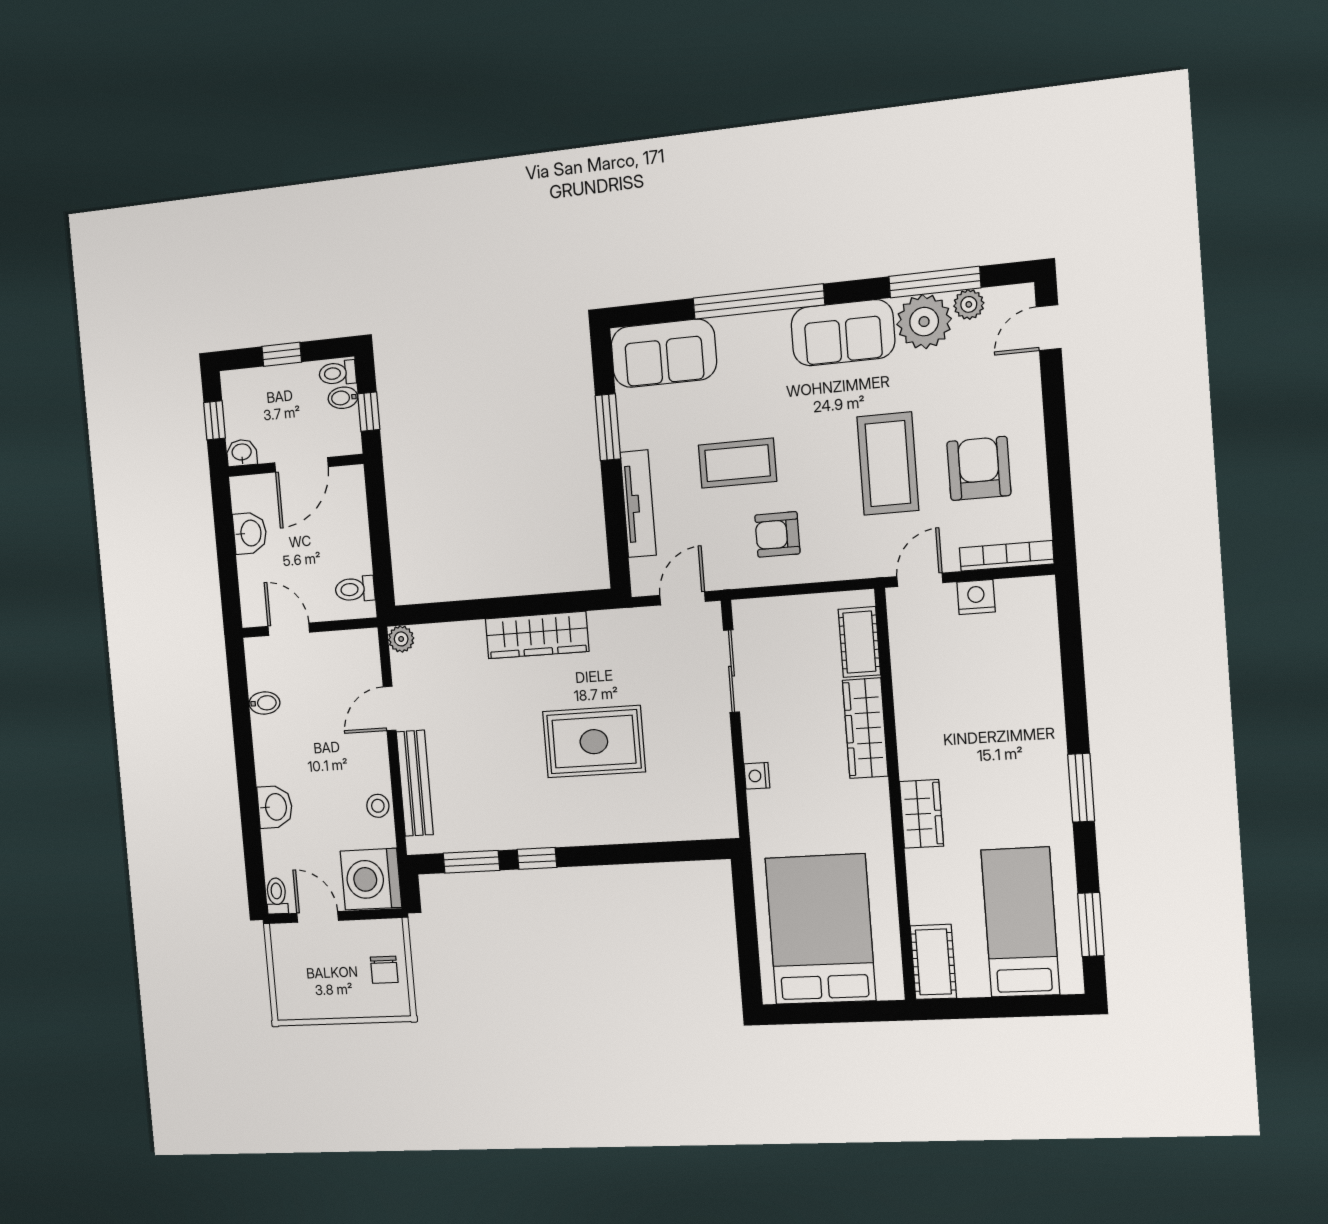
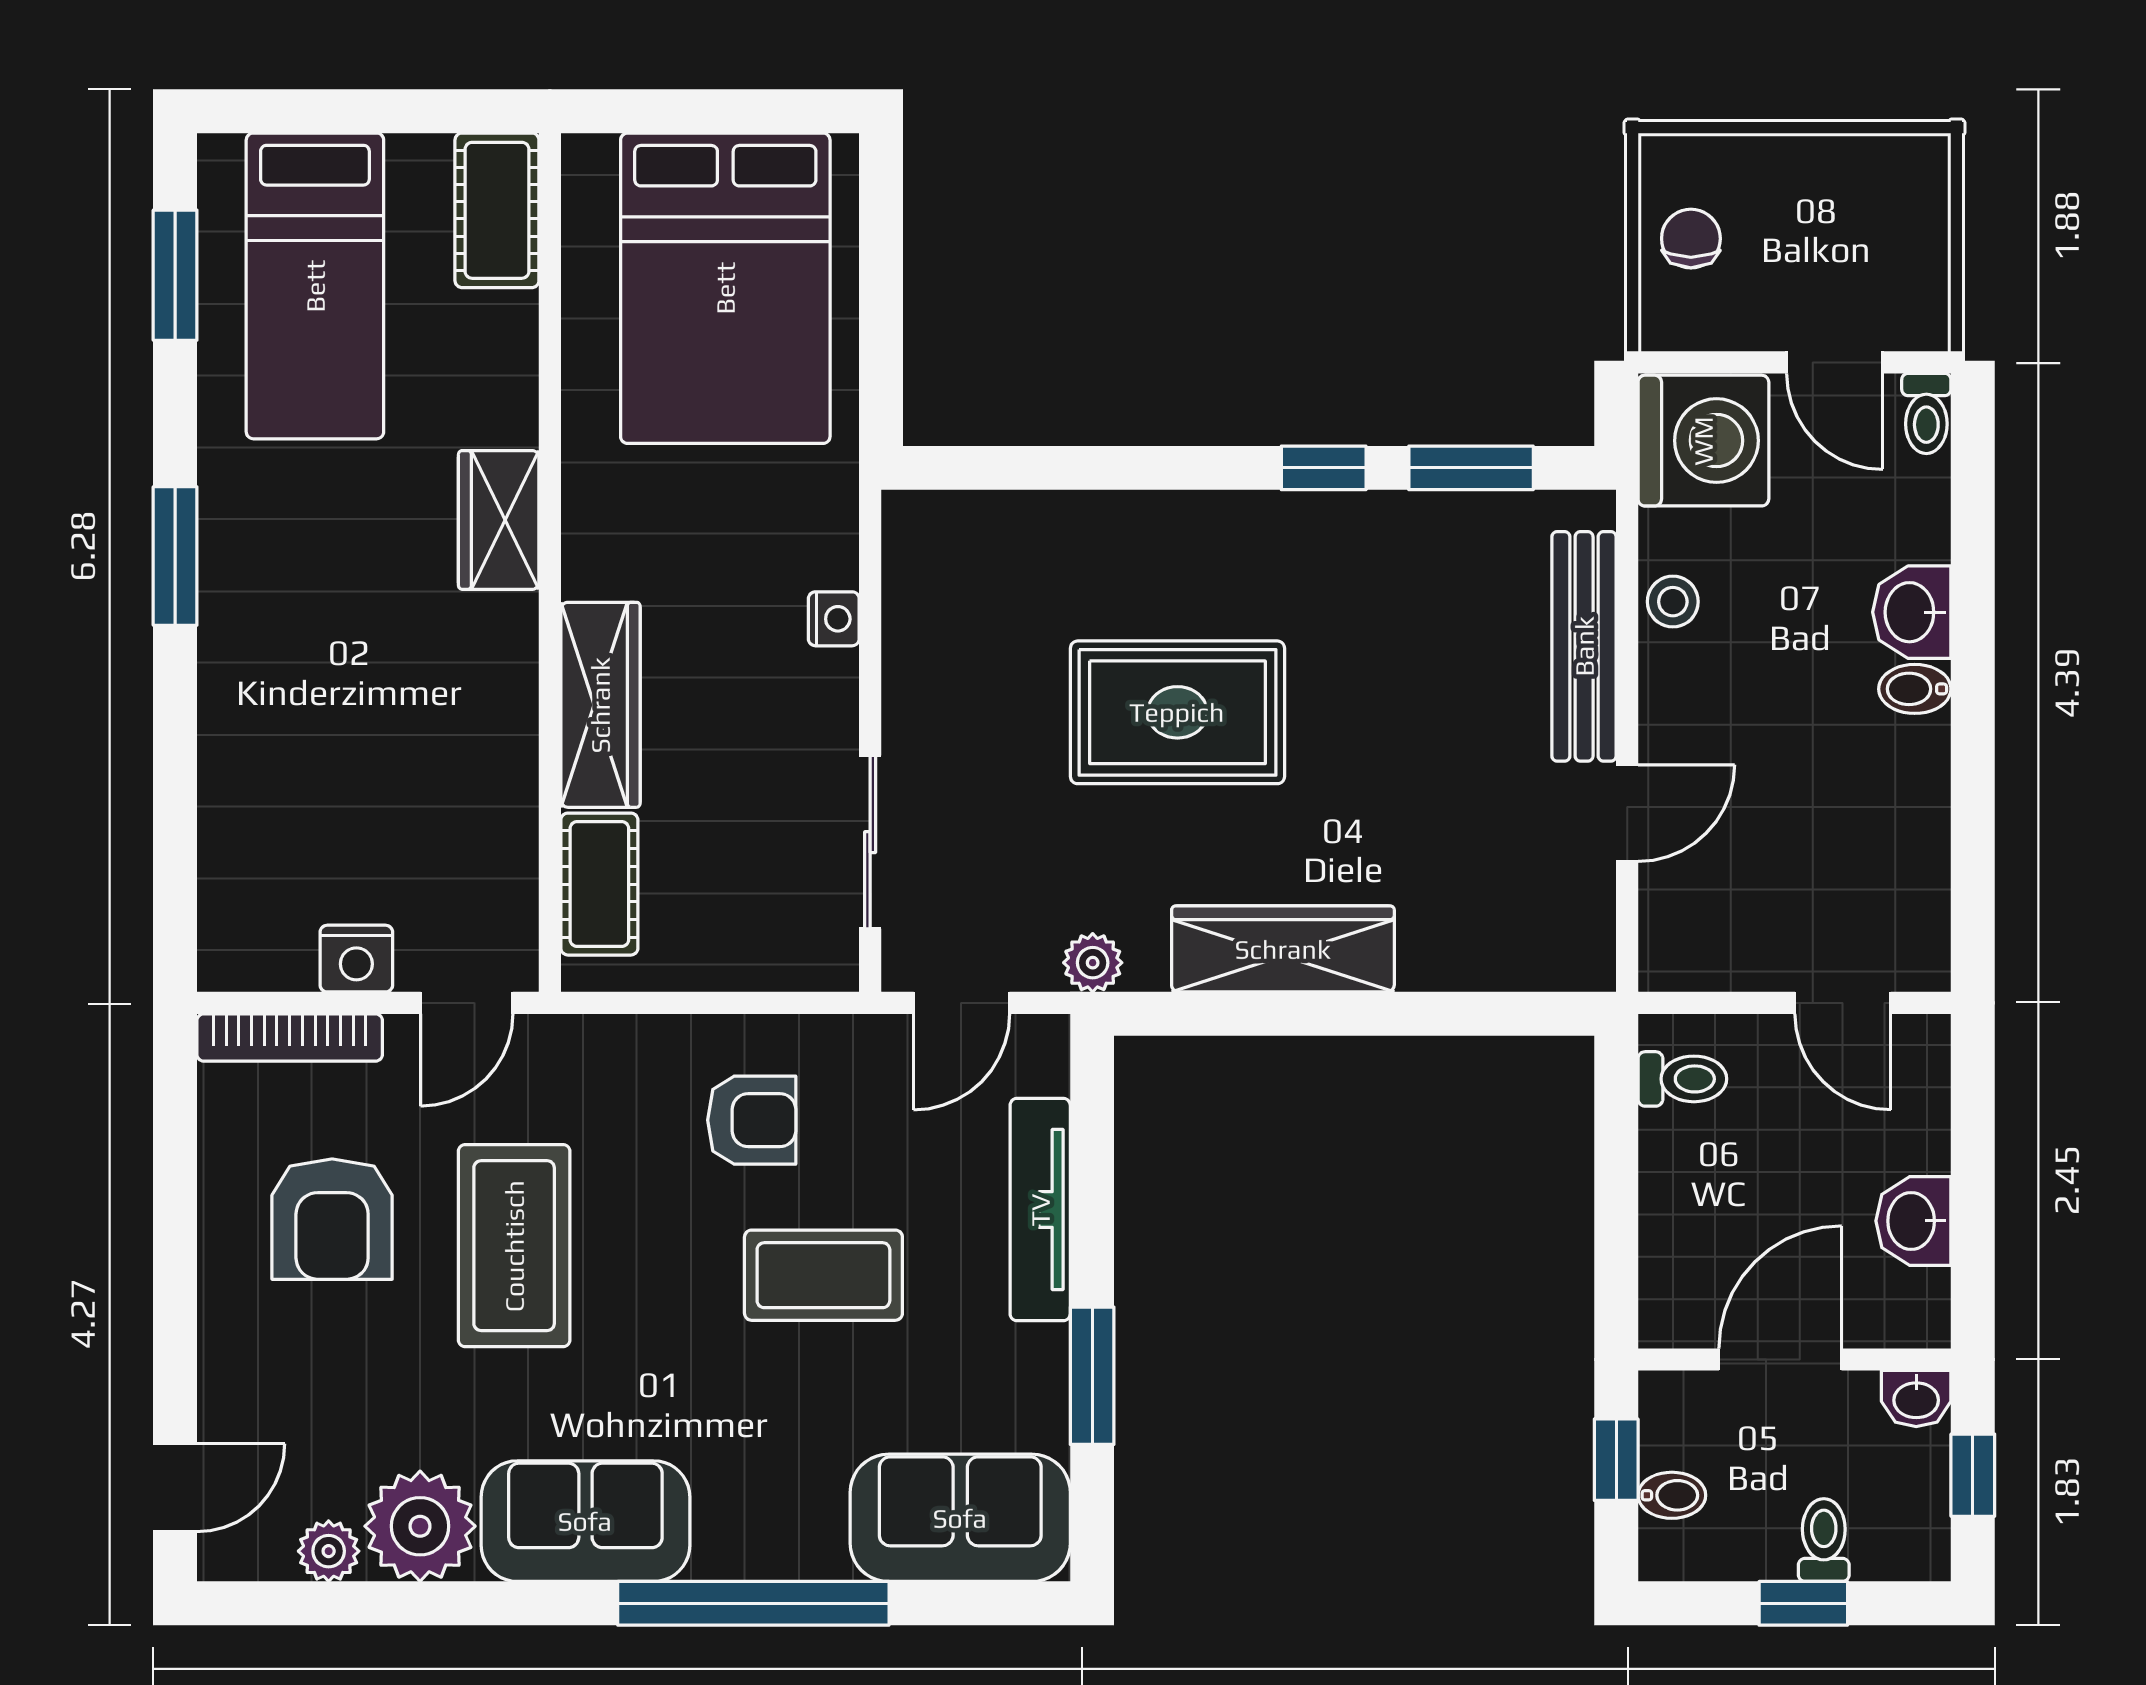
window: (935, 282) -> (393, 1603), removed
toilet: (337, 373) -> (1824, 1540), moved, turned -90
plant: (401, 639) -> (1093, 963), moved
bidet: (264, 703) -> (1915, 689), moved

